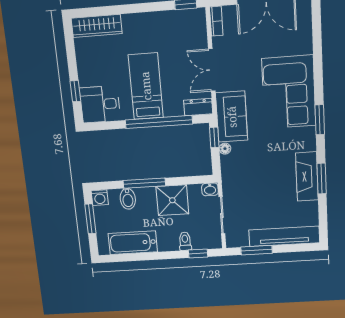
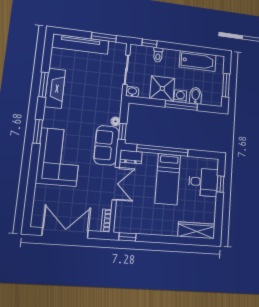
desk: (100, 104) -> (203, 182), moved
washing machine: (100, 198) -> (180, 96), moved

